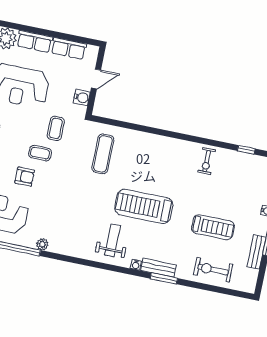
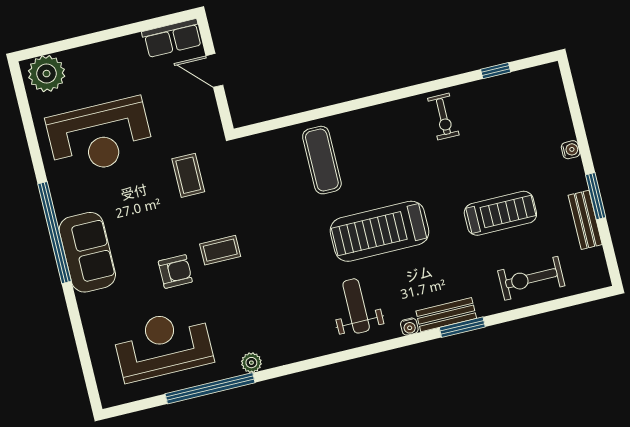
row of seats: (35, 41) -> (93, 57), removed
row of seats: (69, 48) -> (172, 38), moved
door: (96, 79) -> (214, 70), swing flipped
water cooler: (82, 98) -> (206, 109), removed
coffee table: (40, 153) -> (220, 250), moved
exercise mat: (103, 154) -> (322, 160), moved

